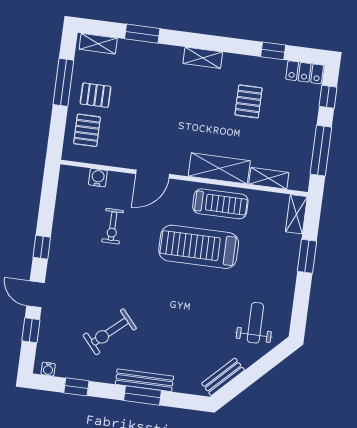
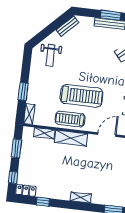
pallet: (249, 101) -> (56, 174), removed
window: (321, 151) -> (16, 148), width x0.69

